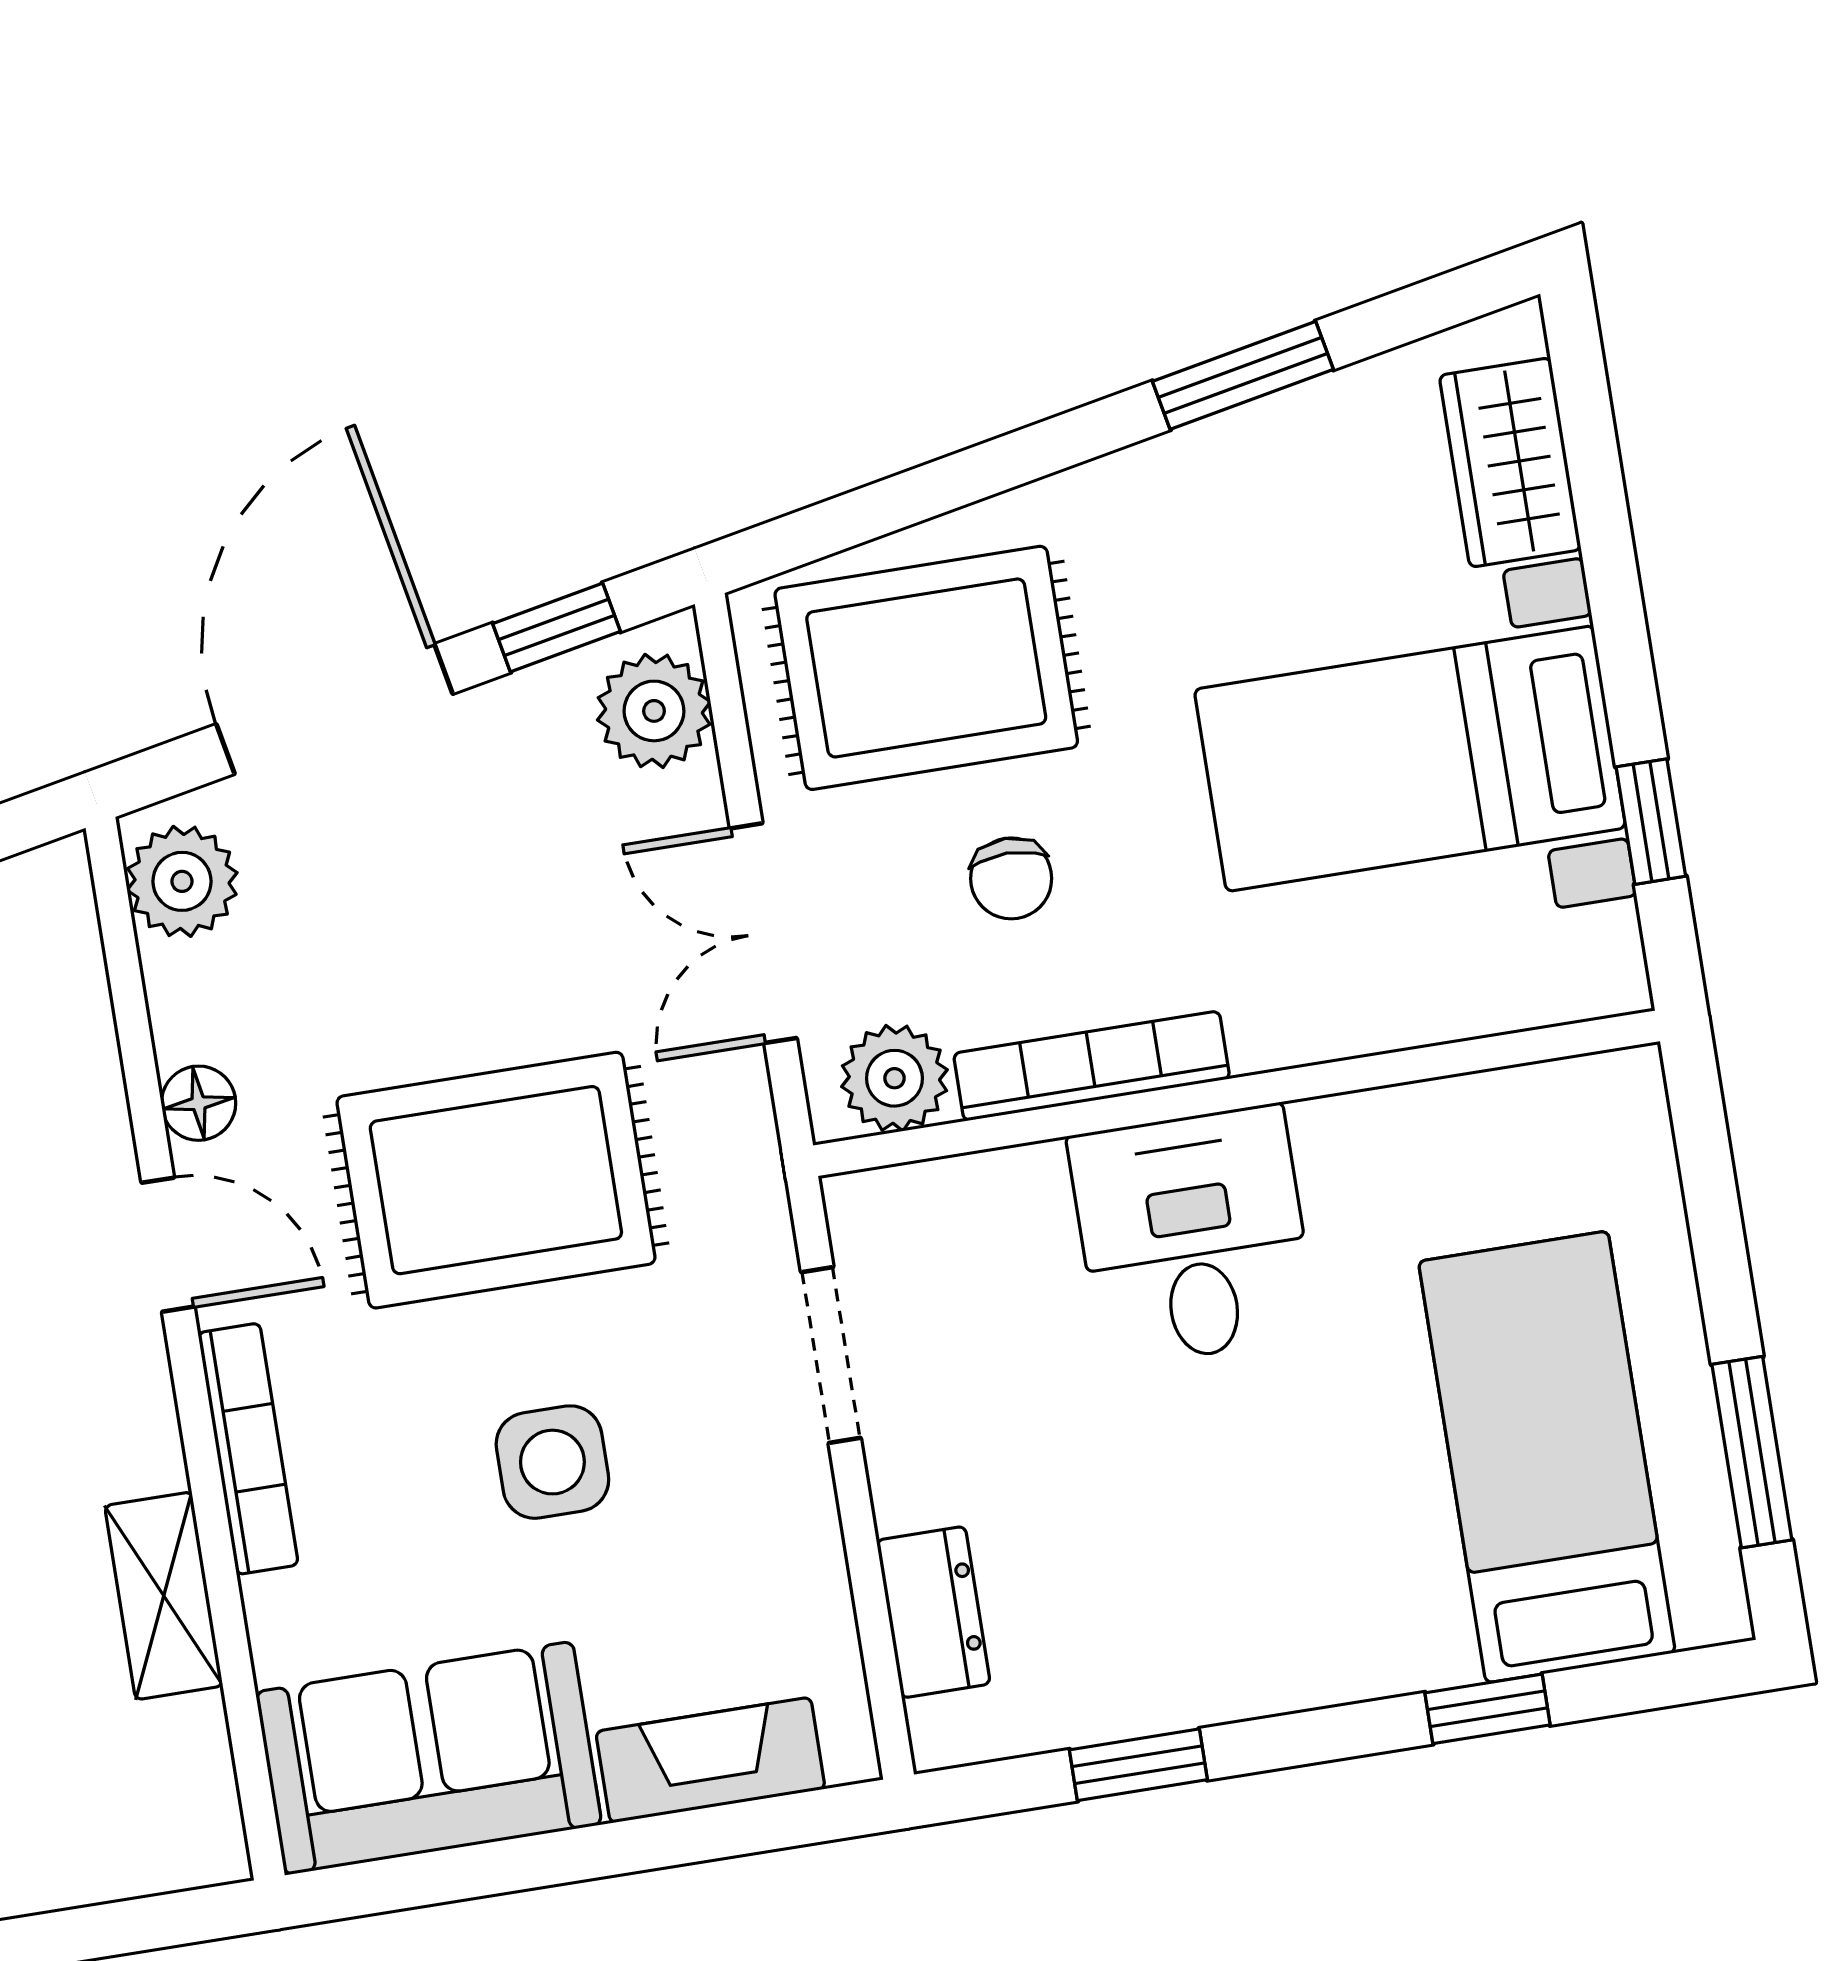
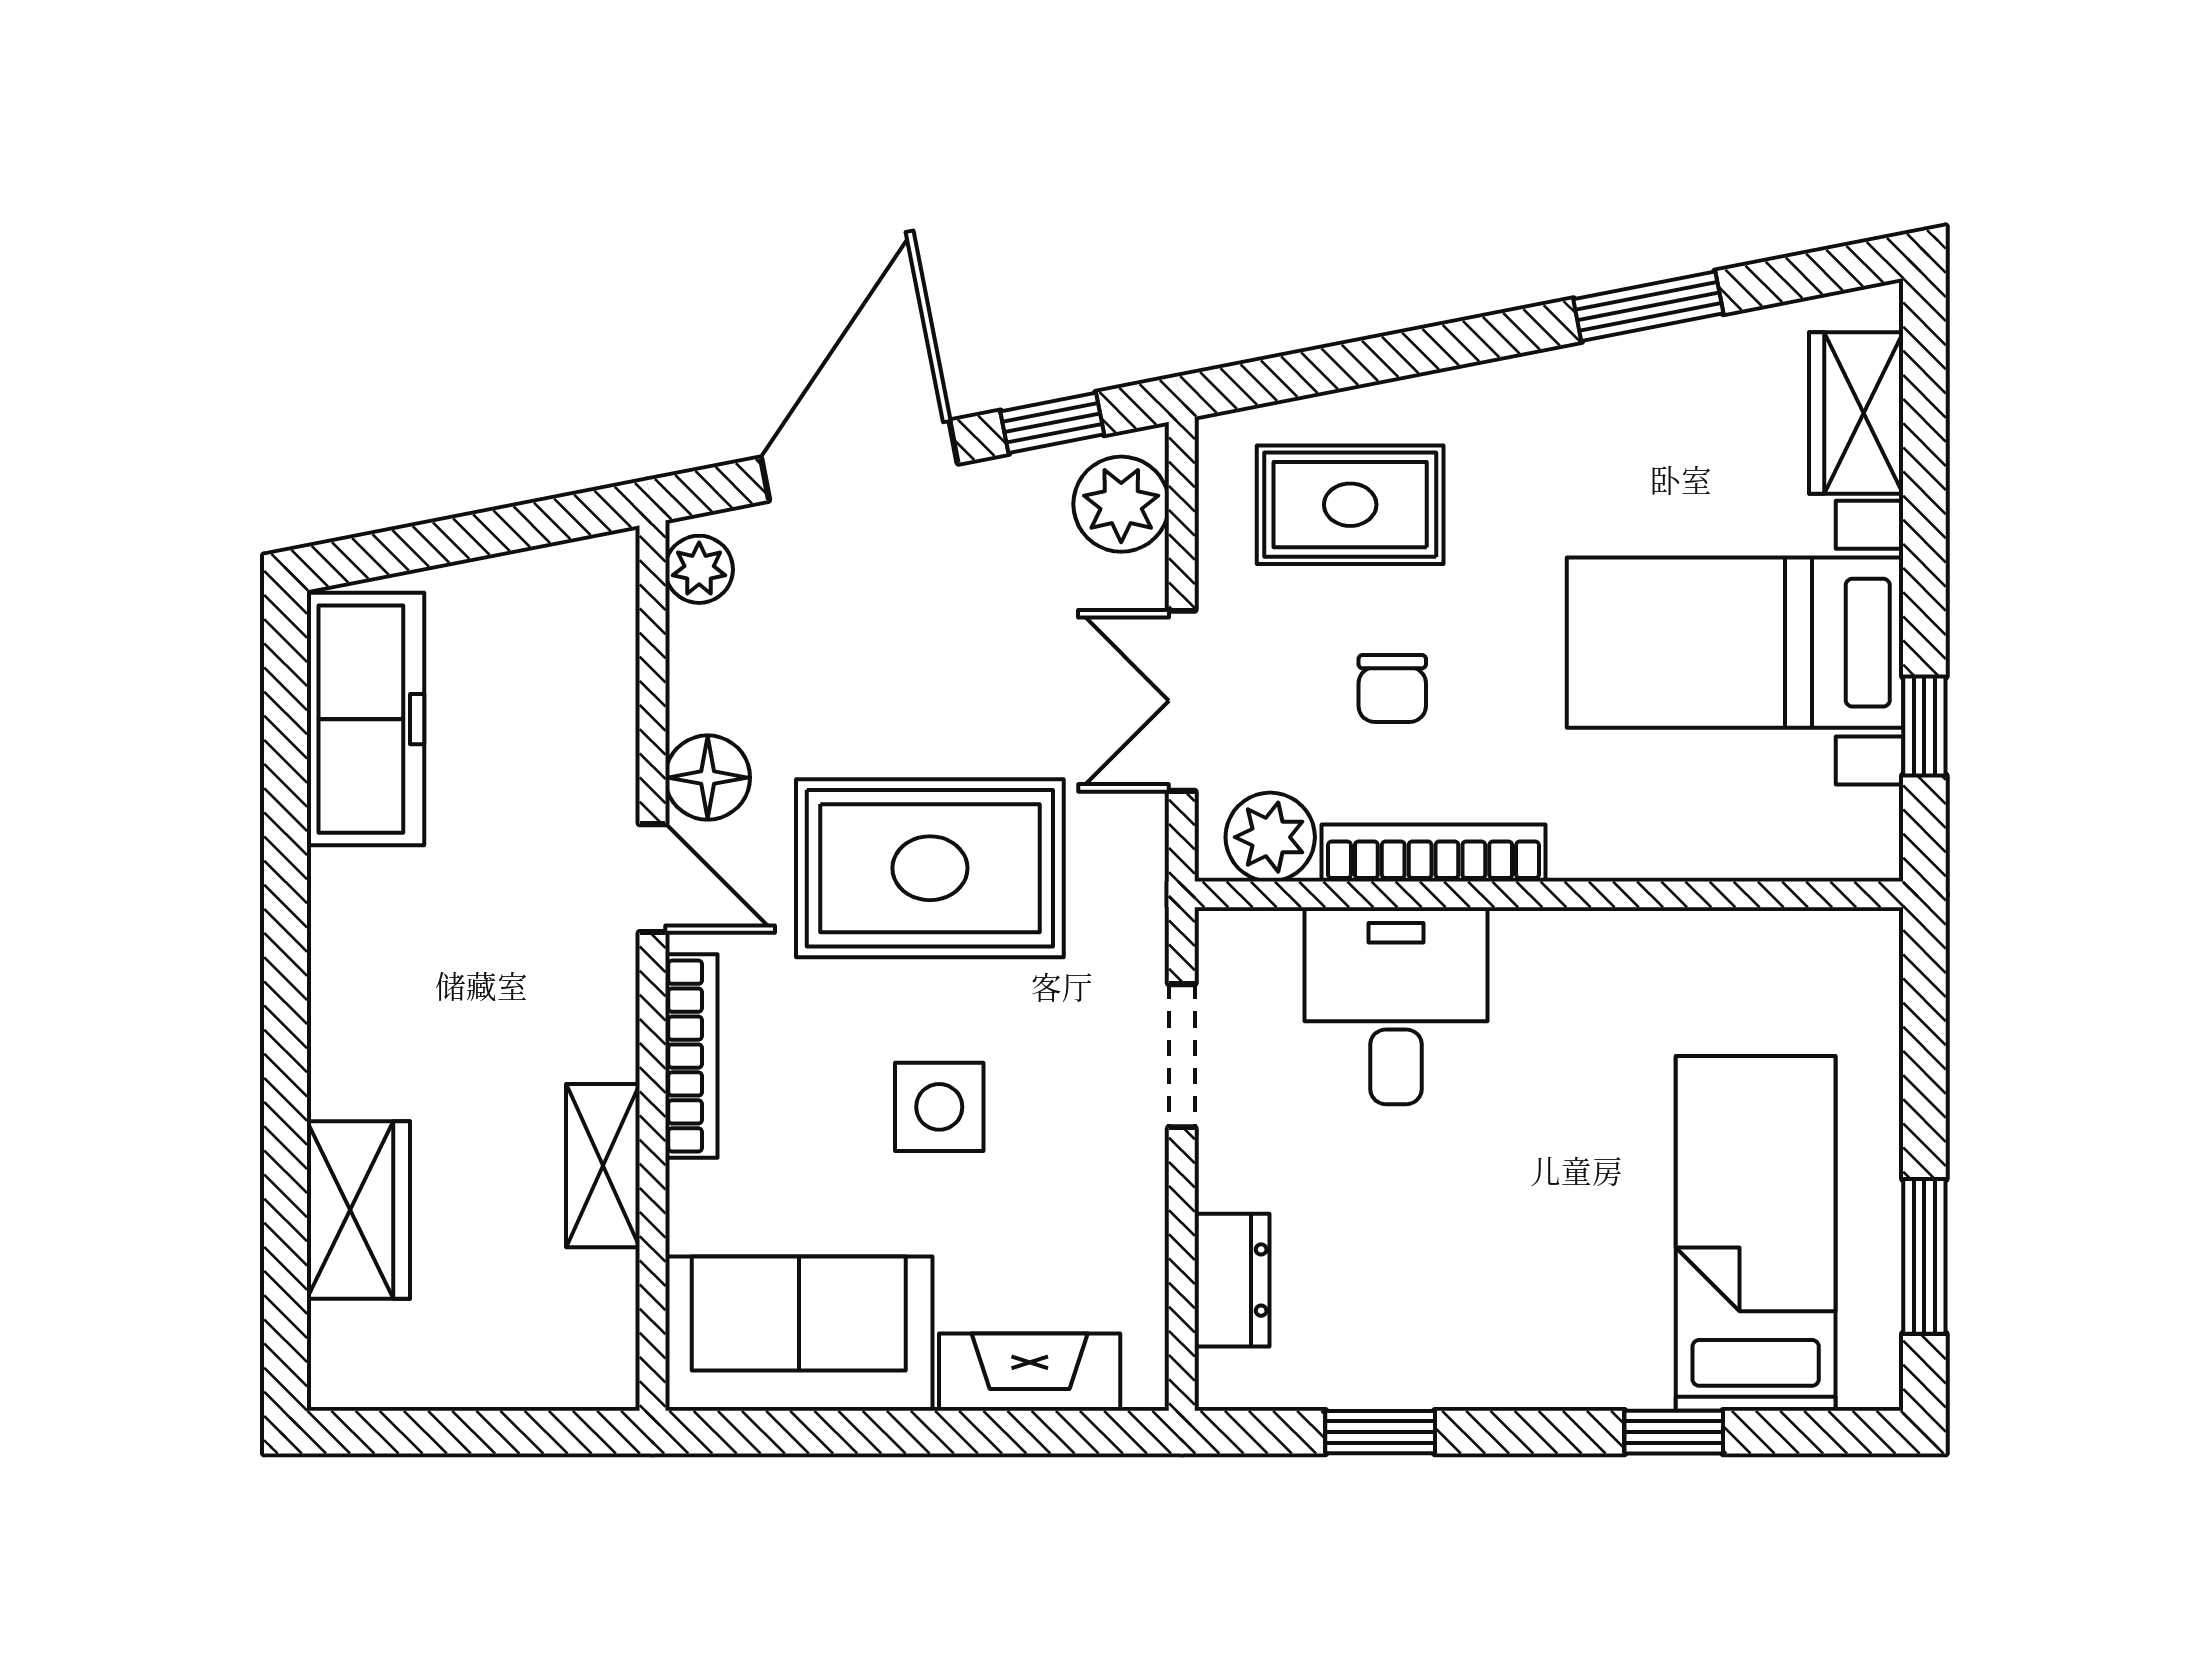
rug: (926, 668) -> (1350, 505), width x0.73, depth x0.70
plant: (182, 881) -> (699, 569), width x0.73, depth x0.73
floor lamp: (199, 1103) -> (708, 778), width x1.37, depth x1.37
desk: (1193, 1236) -> (1396, 1006), moved

